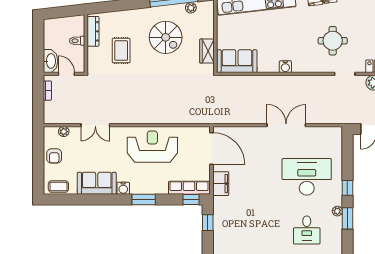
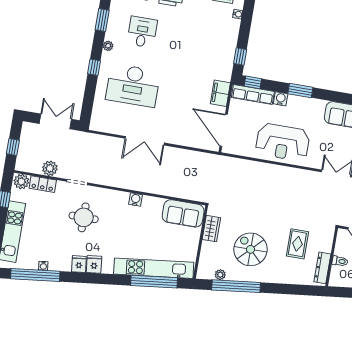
water cooler: (123, 188) -> (281, 99), moved
window: (347, 218) -> (102, 20), moved

